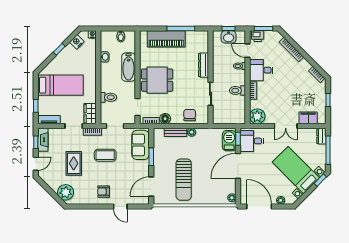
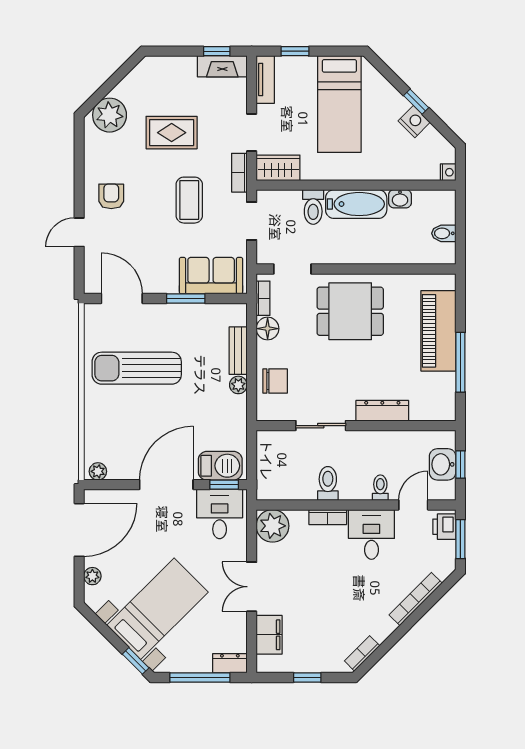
nightstand: (77, 42) -> (414, 122), moved
bathtub: (129, 67) -> (356, 204), moved, turned 180
dining table: (157, 80) -> (350, 311), turned 90
door: (36, 164) -> (171, 51), removed
door: (238, 166) -> (166, 485), hinge flipped

